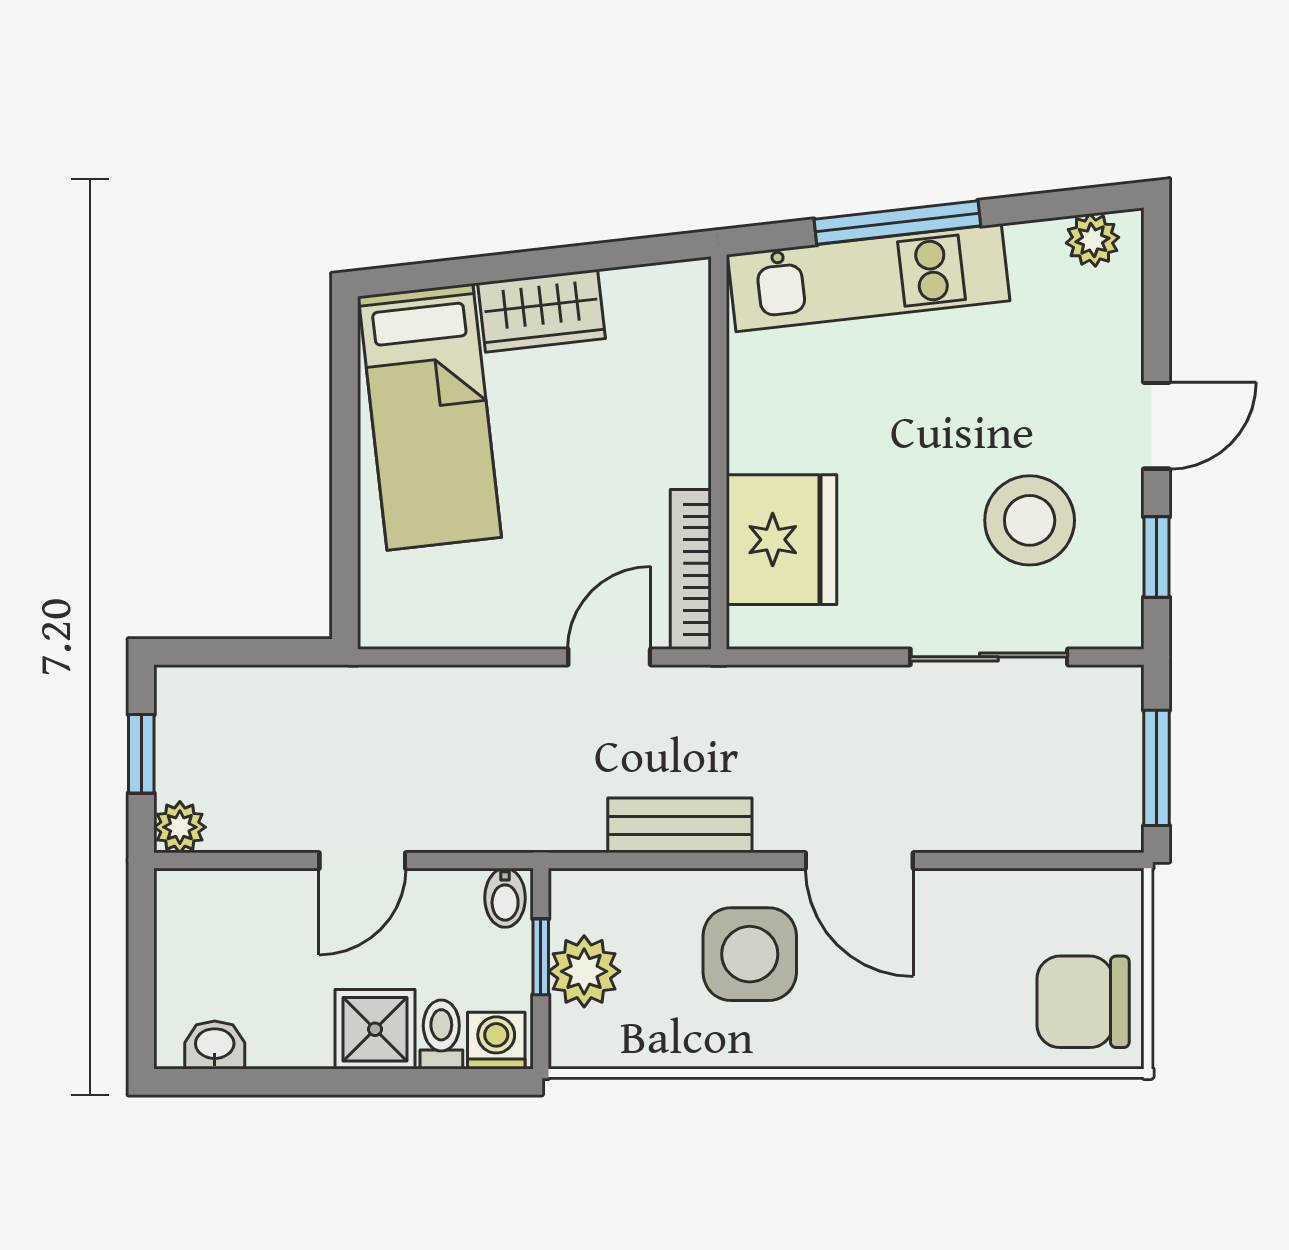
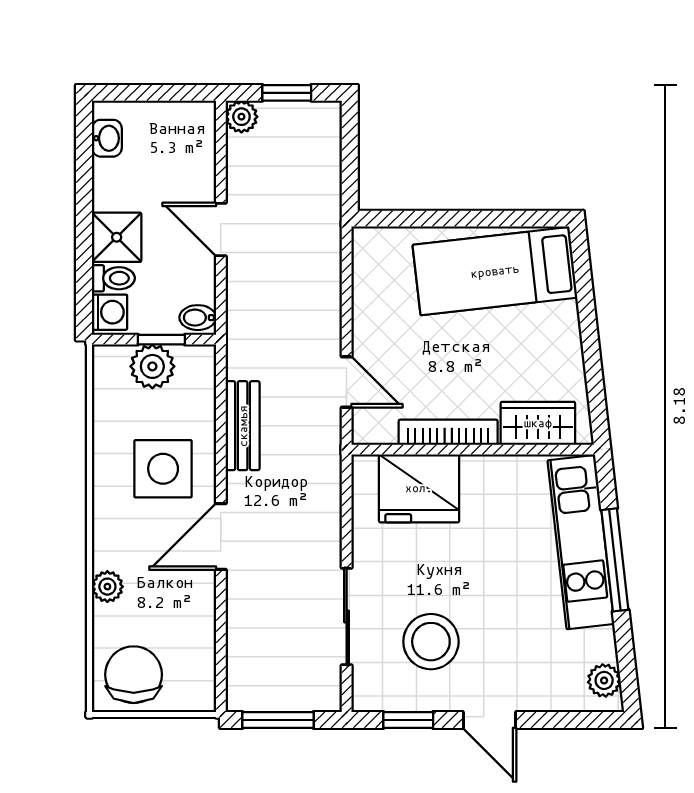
wardrobe: (542, 311) -> (538, 423), moved, turned 96
bookcase: (691, 569) -> (448, 432), moved
plant: (940, 1044) -> (107, 587), added

